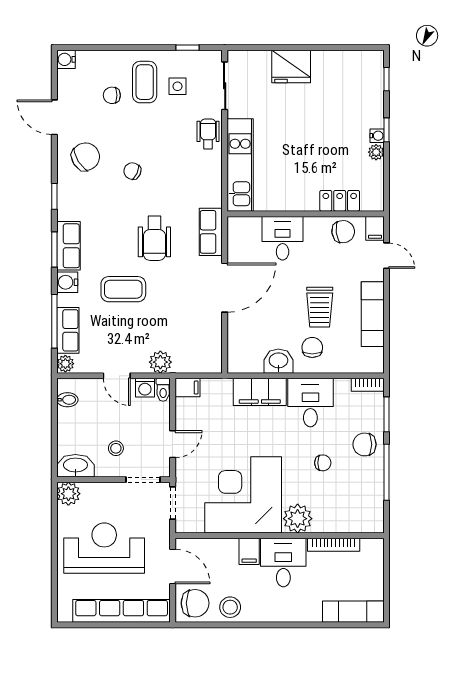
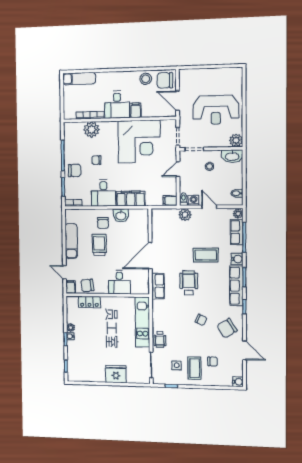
row of seats: (68, 246) -> (236, 286), width x1.48
plant: (298, 519) -> (92, 130), moved
row of seats: (122, 611) -> (206, 75), removed

